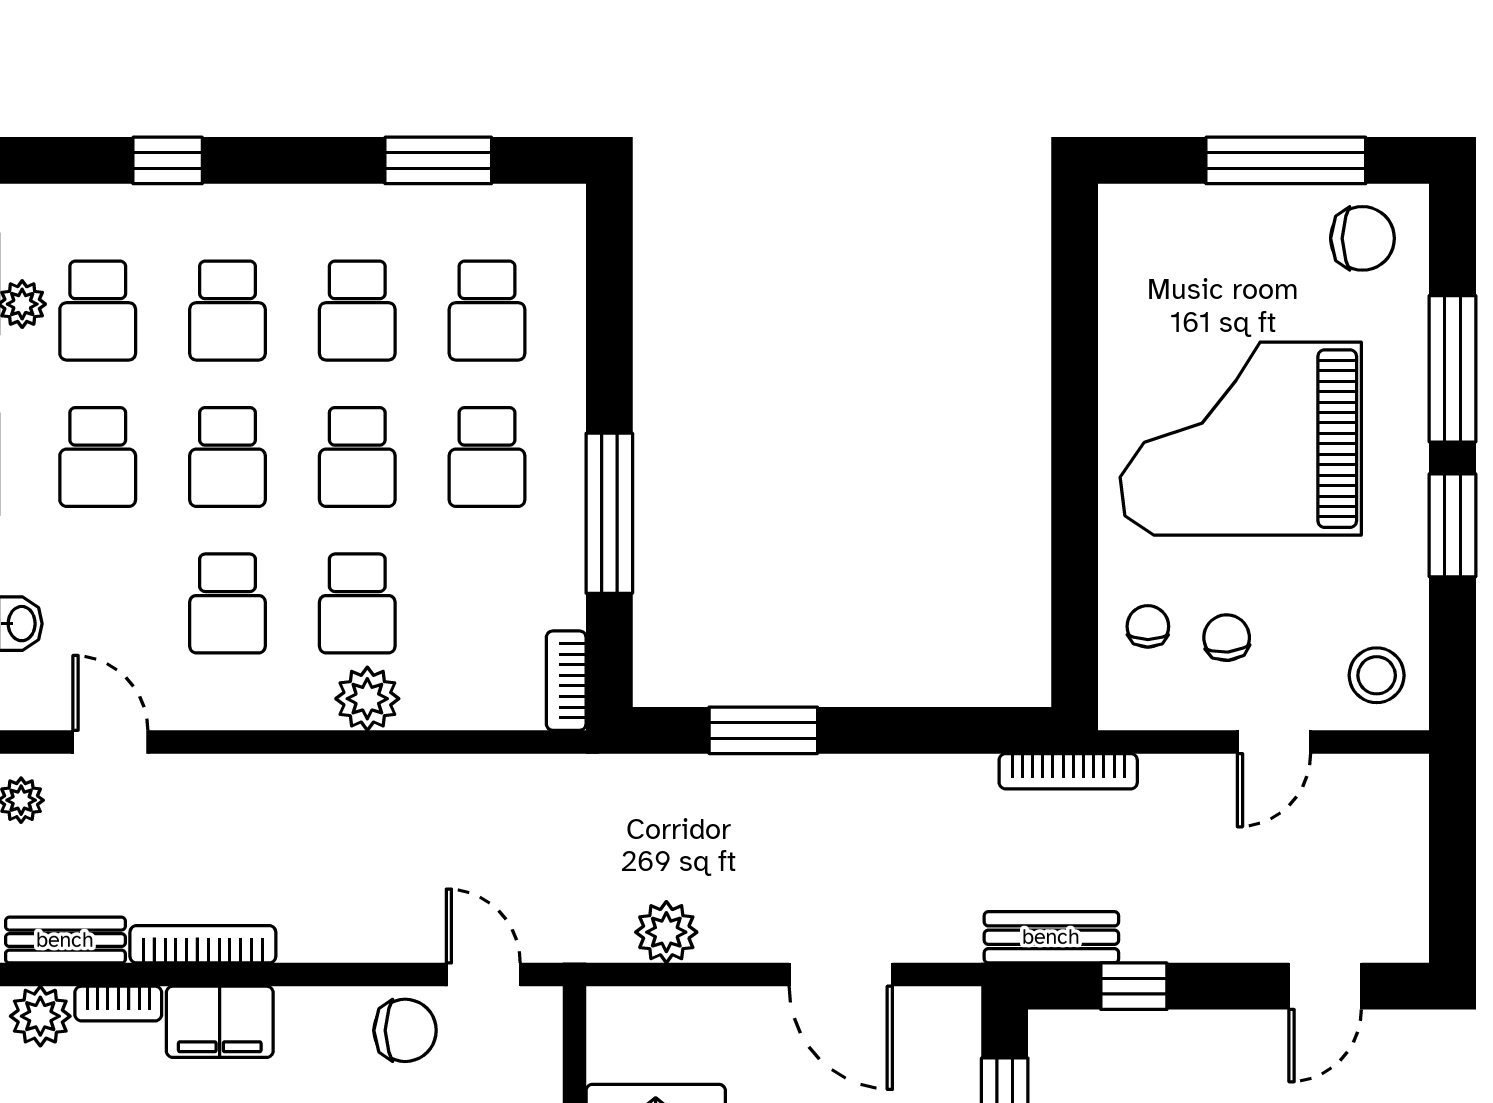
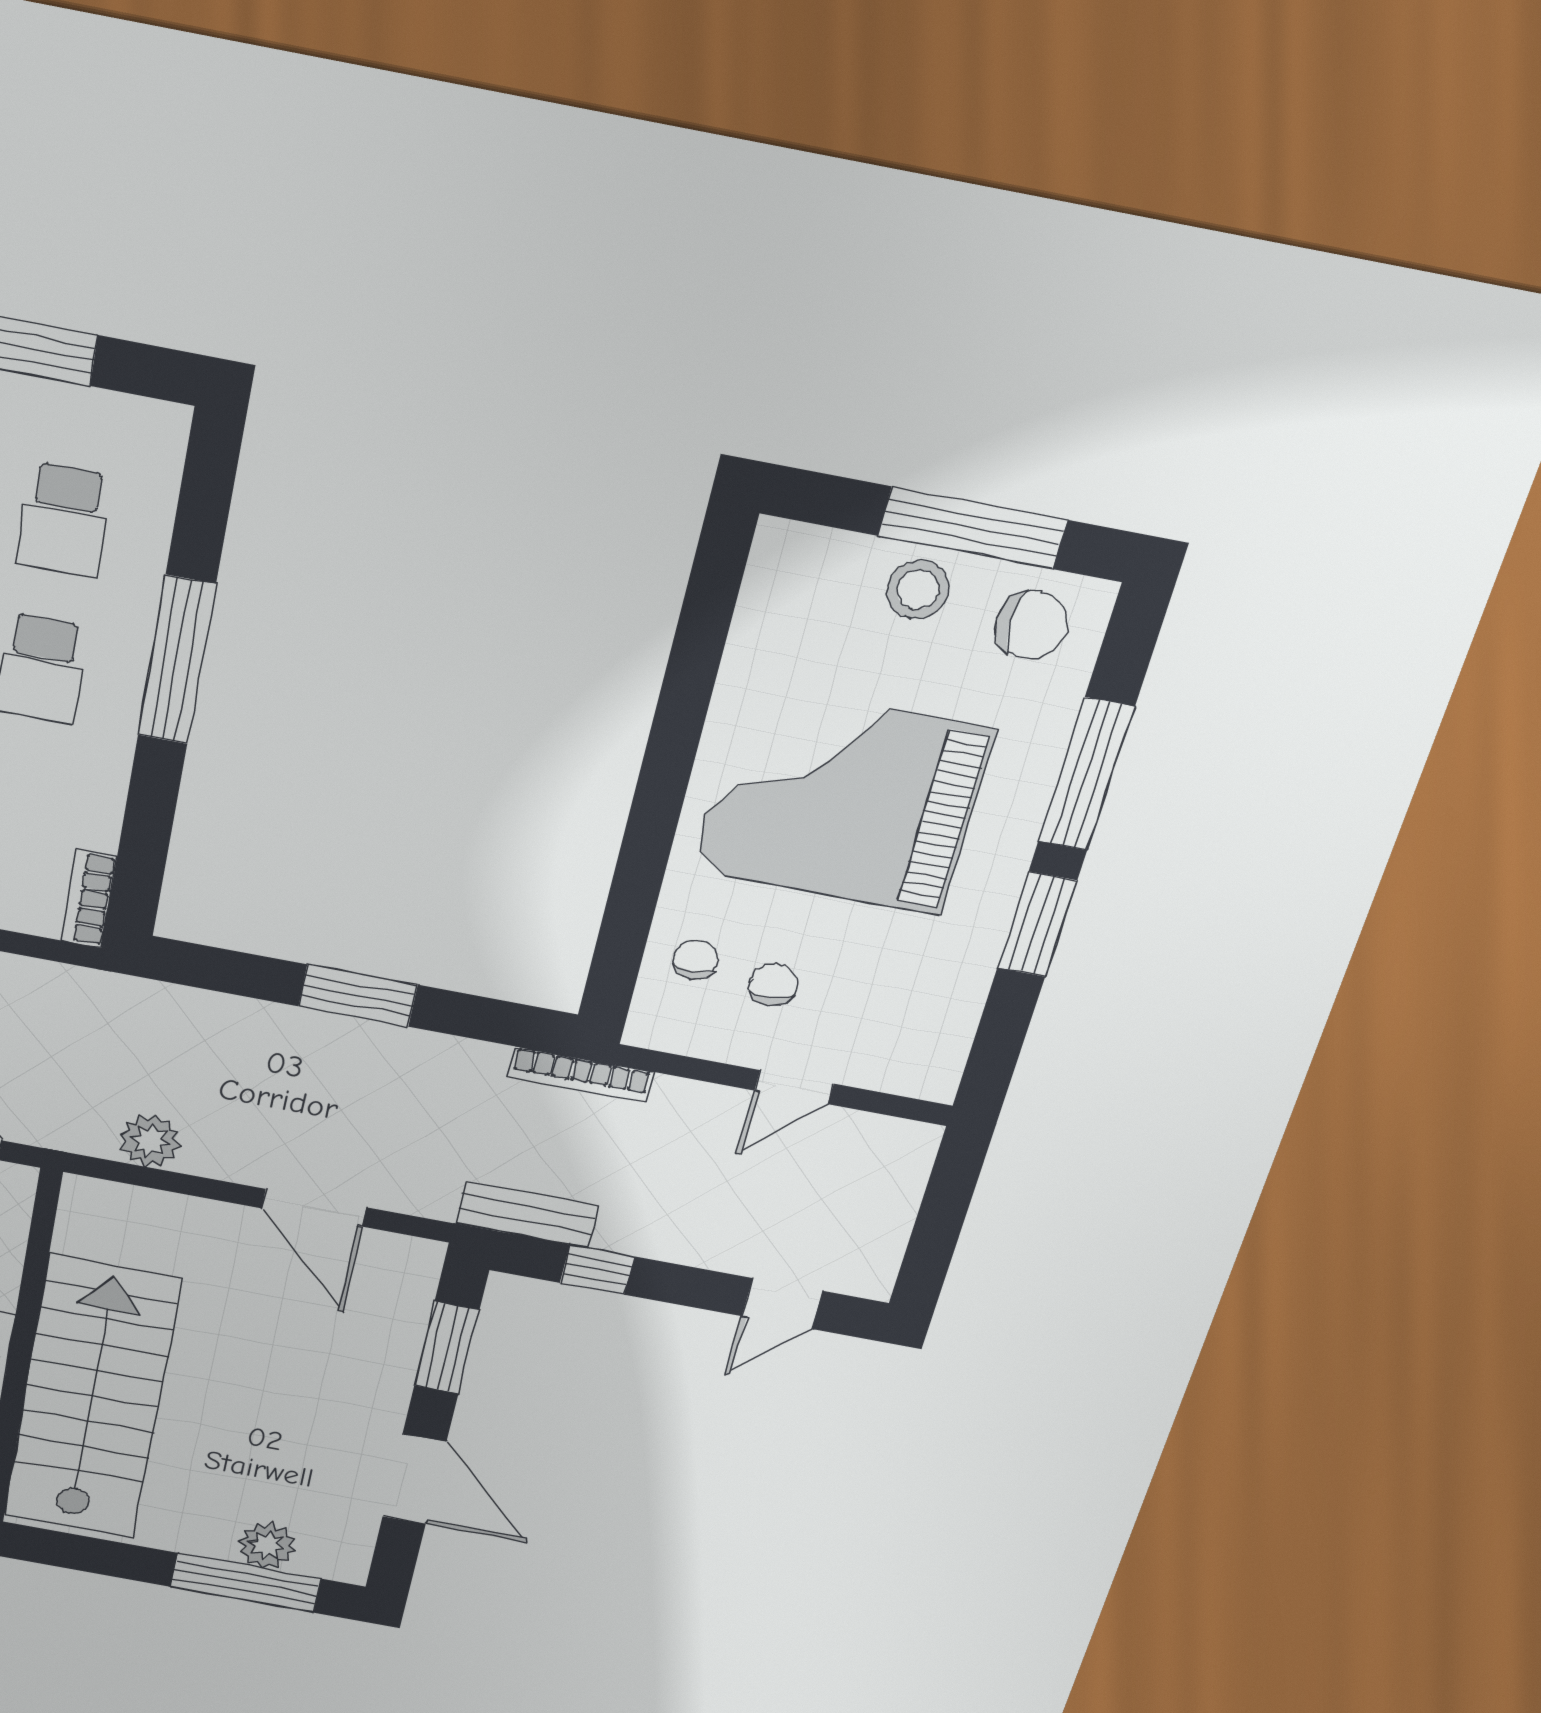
window: (609, 513) -> (177, 660), moved
stool: (1377, 675) -> (918, 589), moved
window: (763, 730) -> (358, 996), moved

